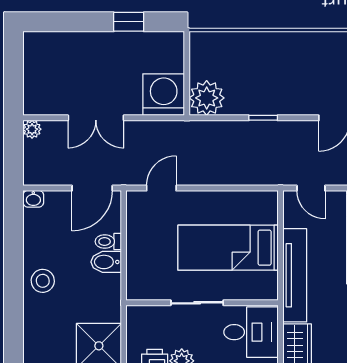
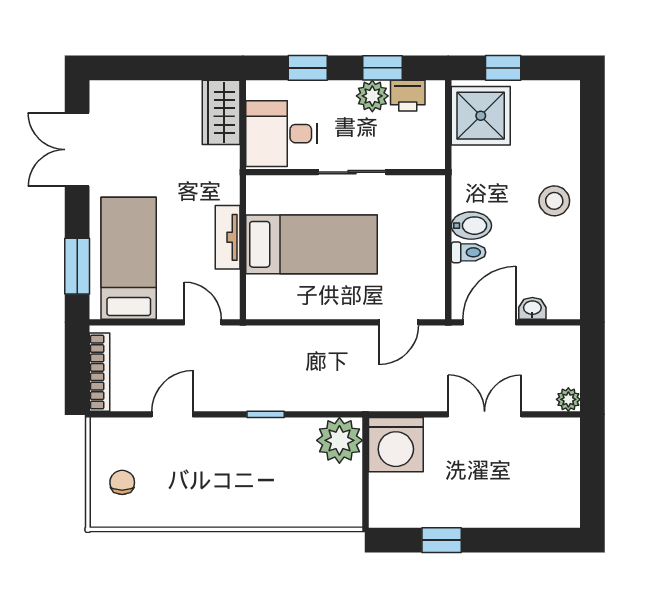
washbasin: (33, 199) -> (532, 308), moved
tv unit: (295, 275) -> (228, 237), width x0.52, depth x0.78

